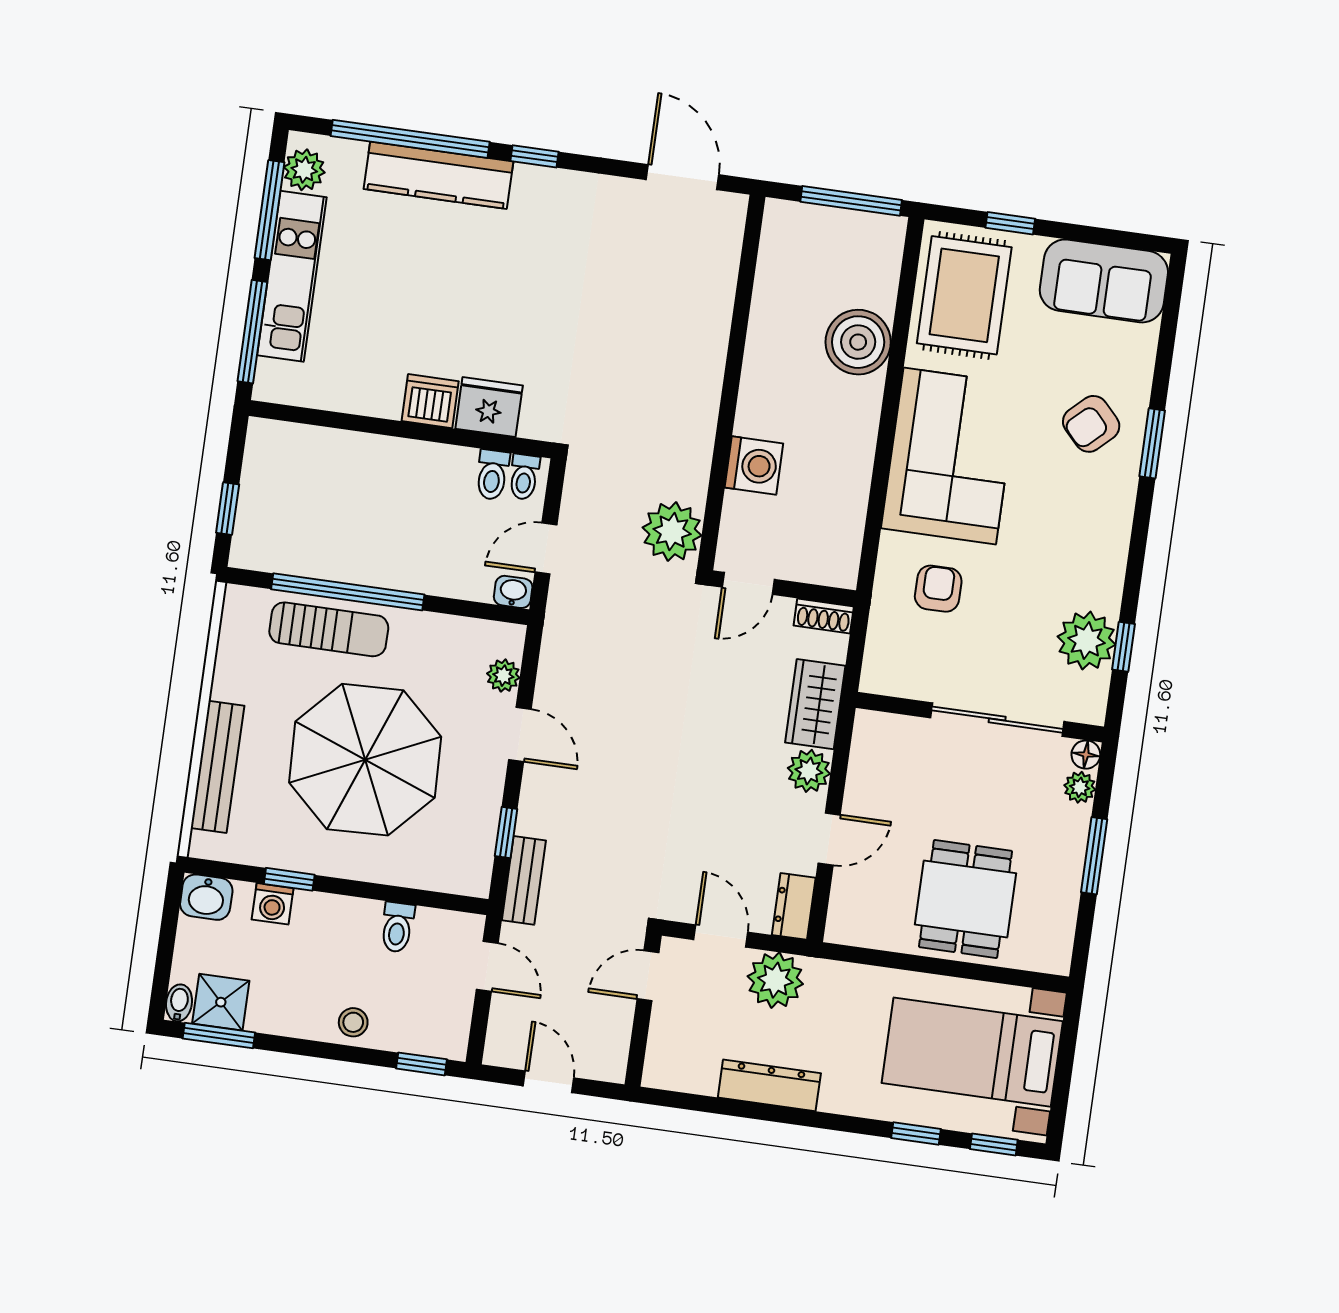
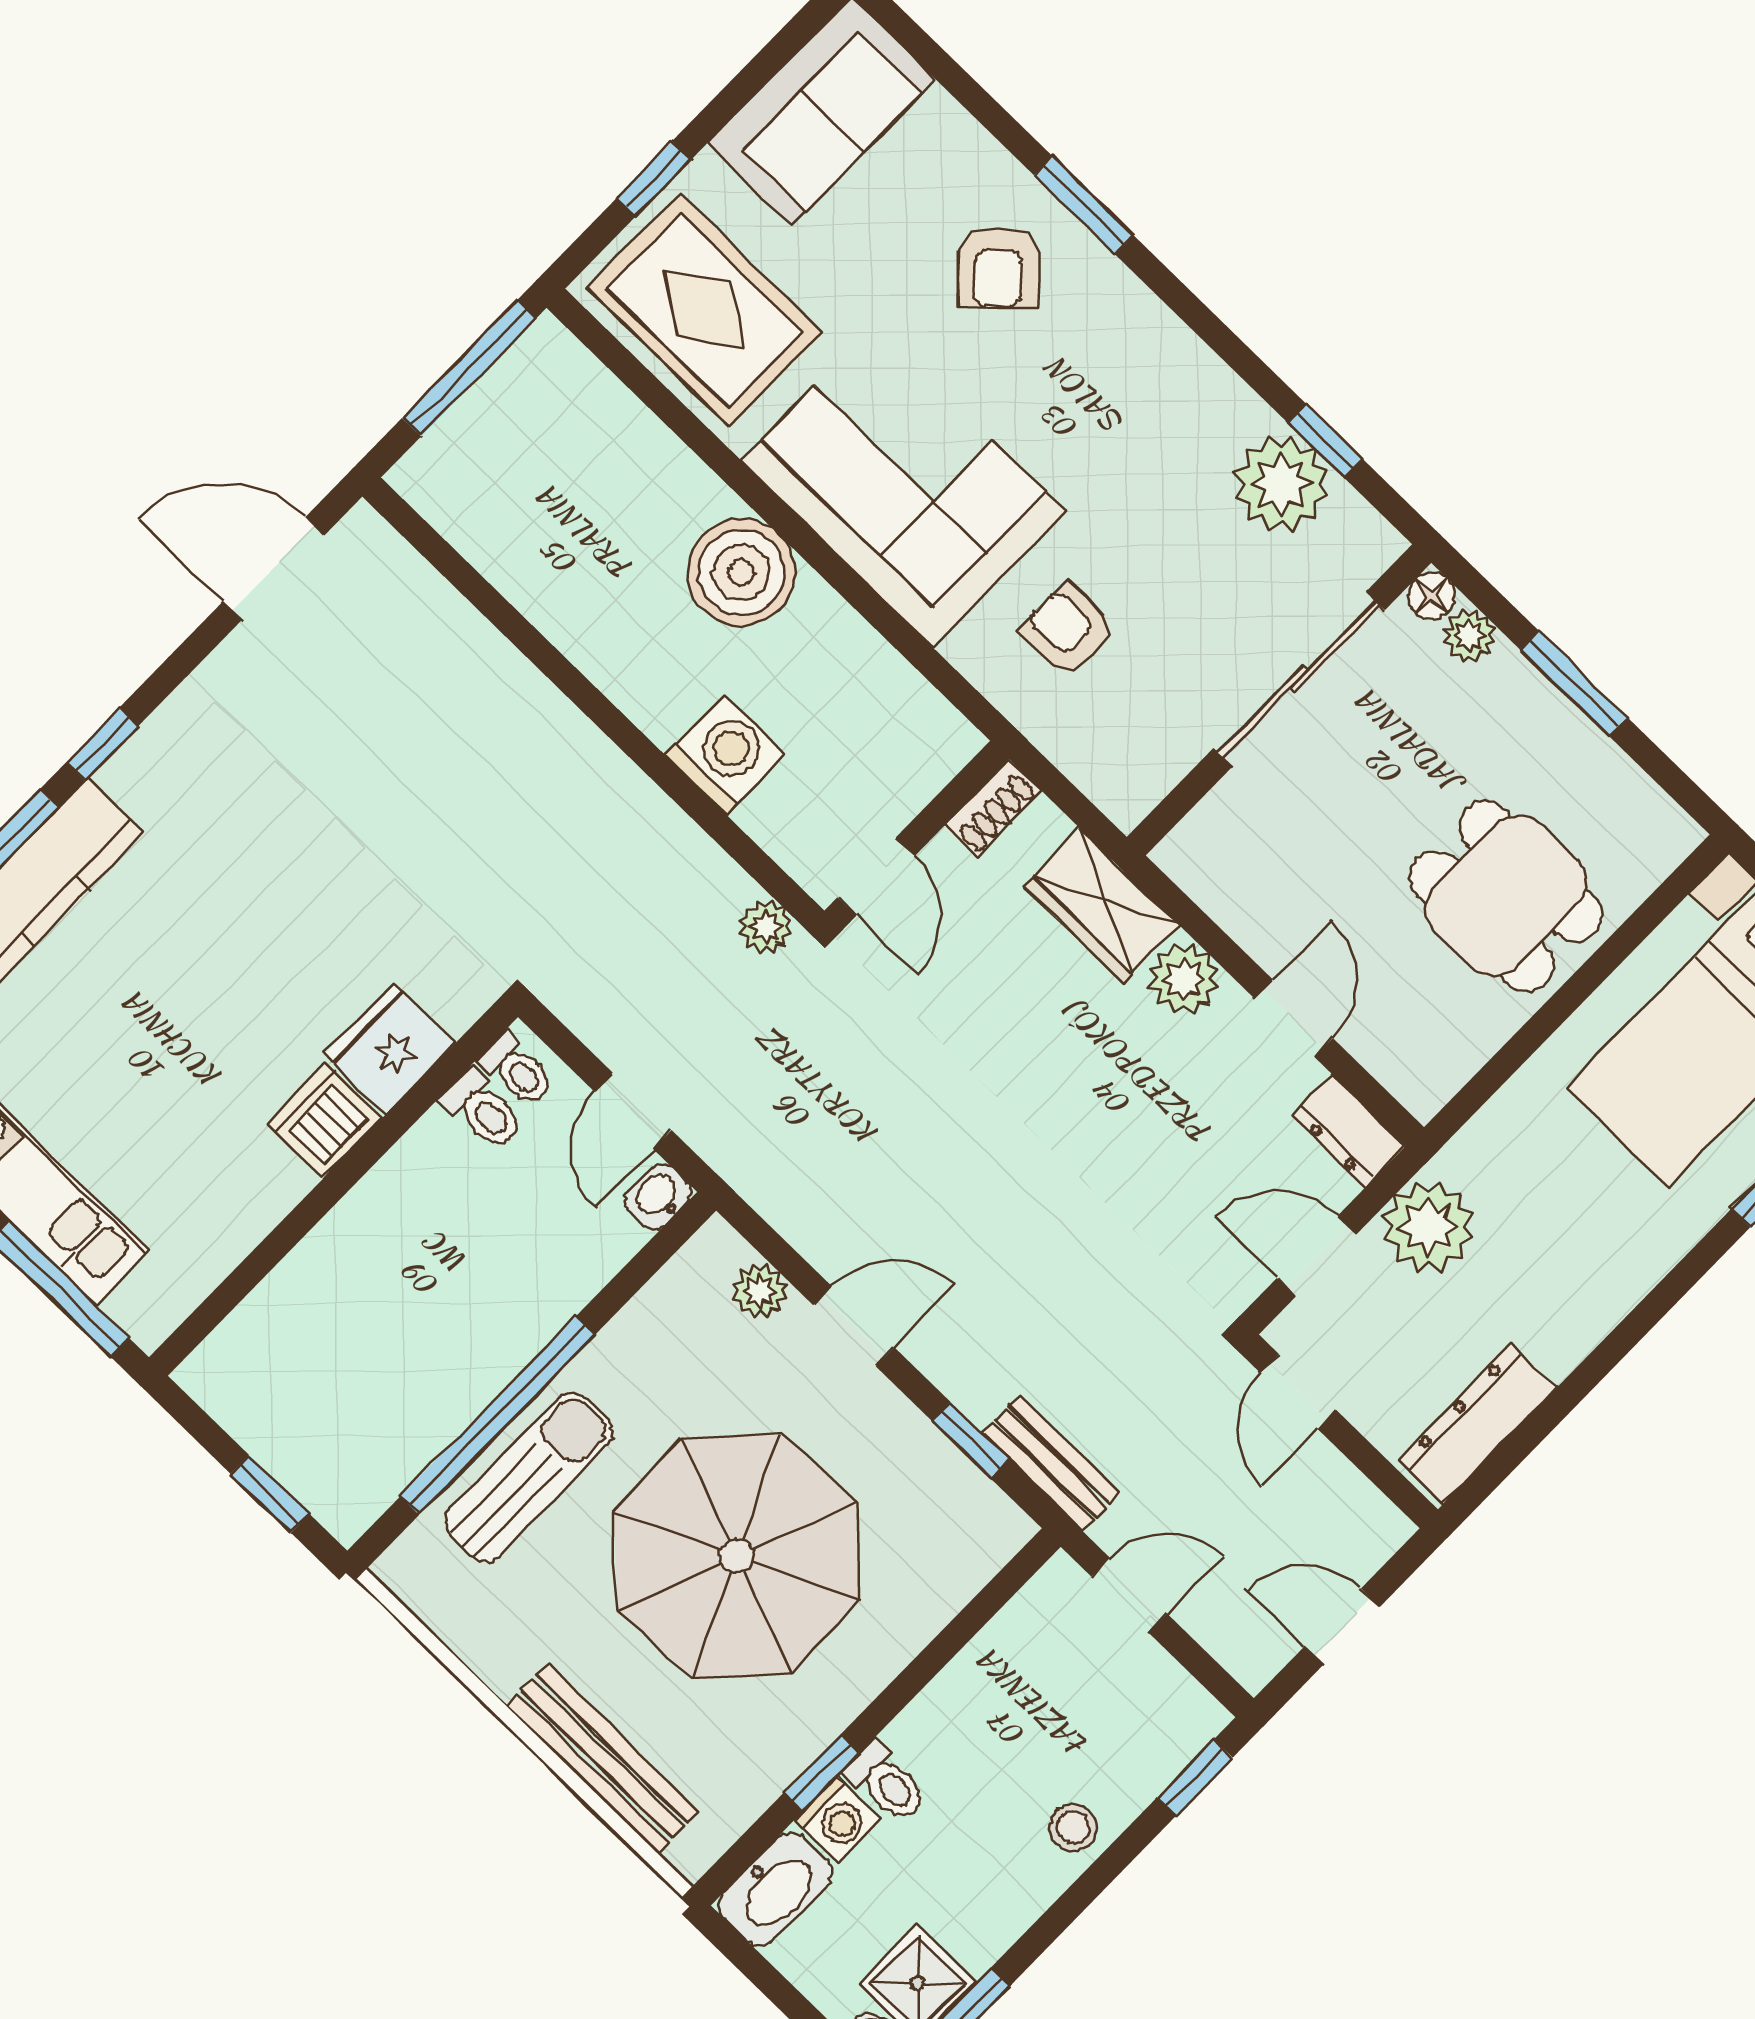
boiler: (858, 342) -> (741, 572), moved
plant: (672, 532) -> (766, 927), width x0.53, depth x0.53
washbasin: (206, 897) -> (775, 1889), width x1.38
toilet: (397, 927) -> (887, 1782), moved
dresser: (769, 1085) -> (1477, 1424), moved

